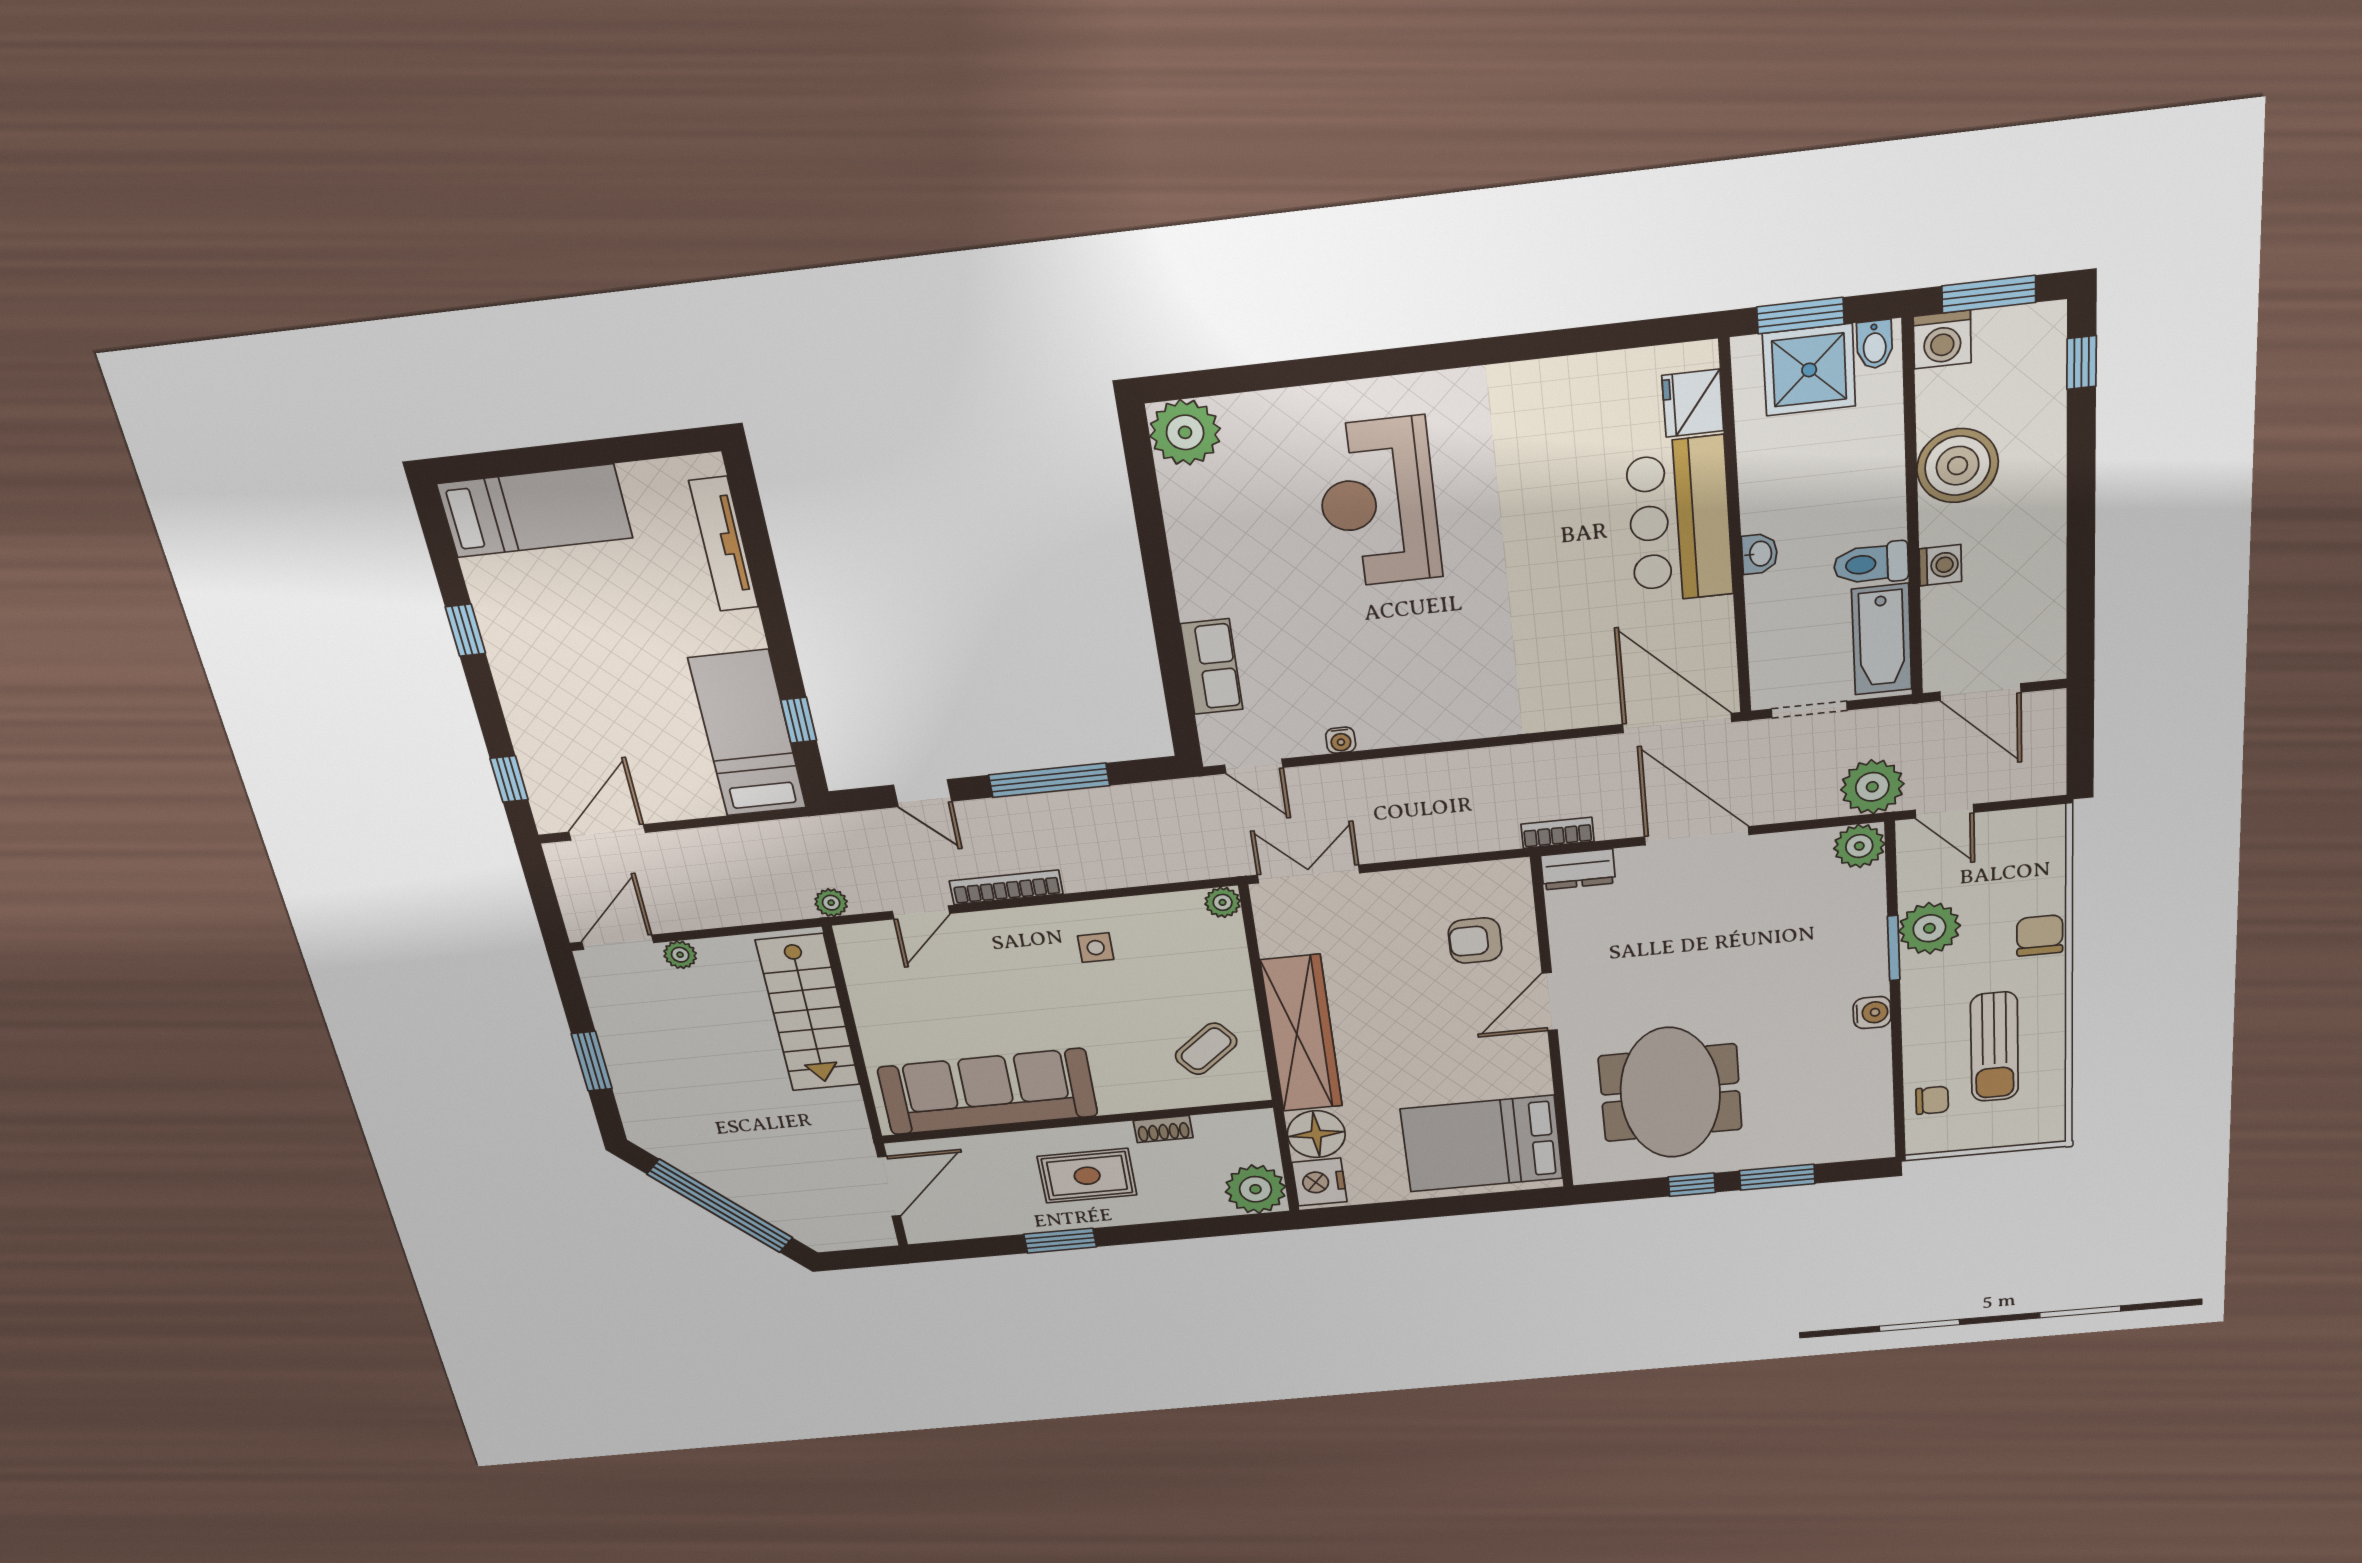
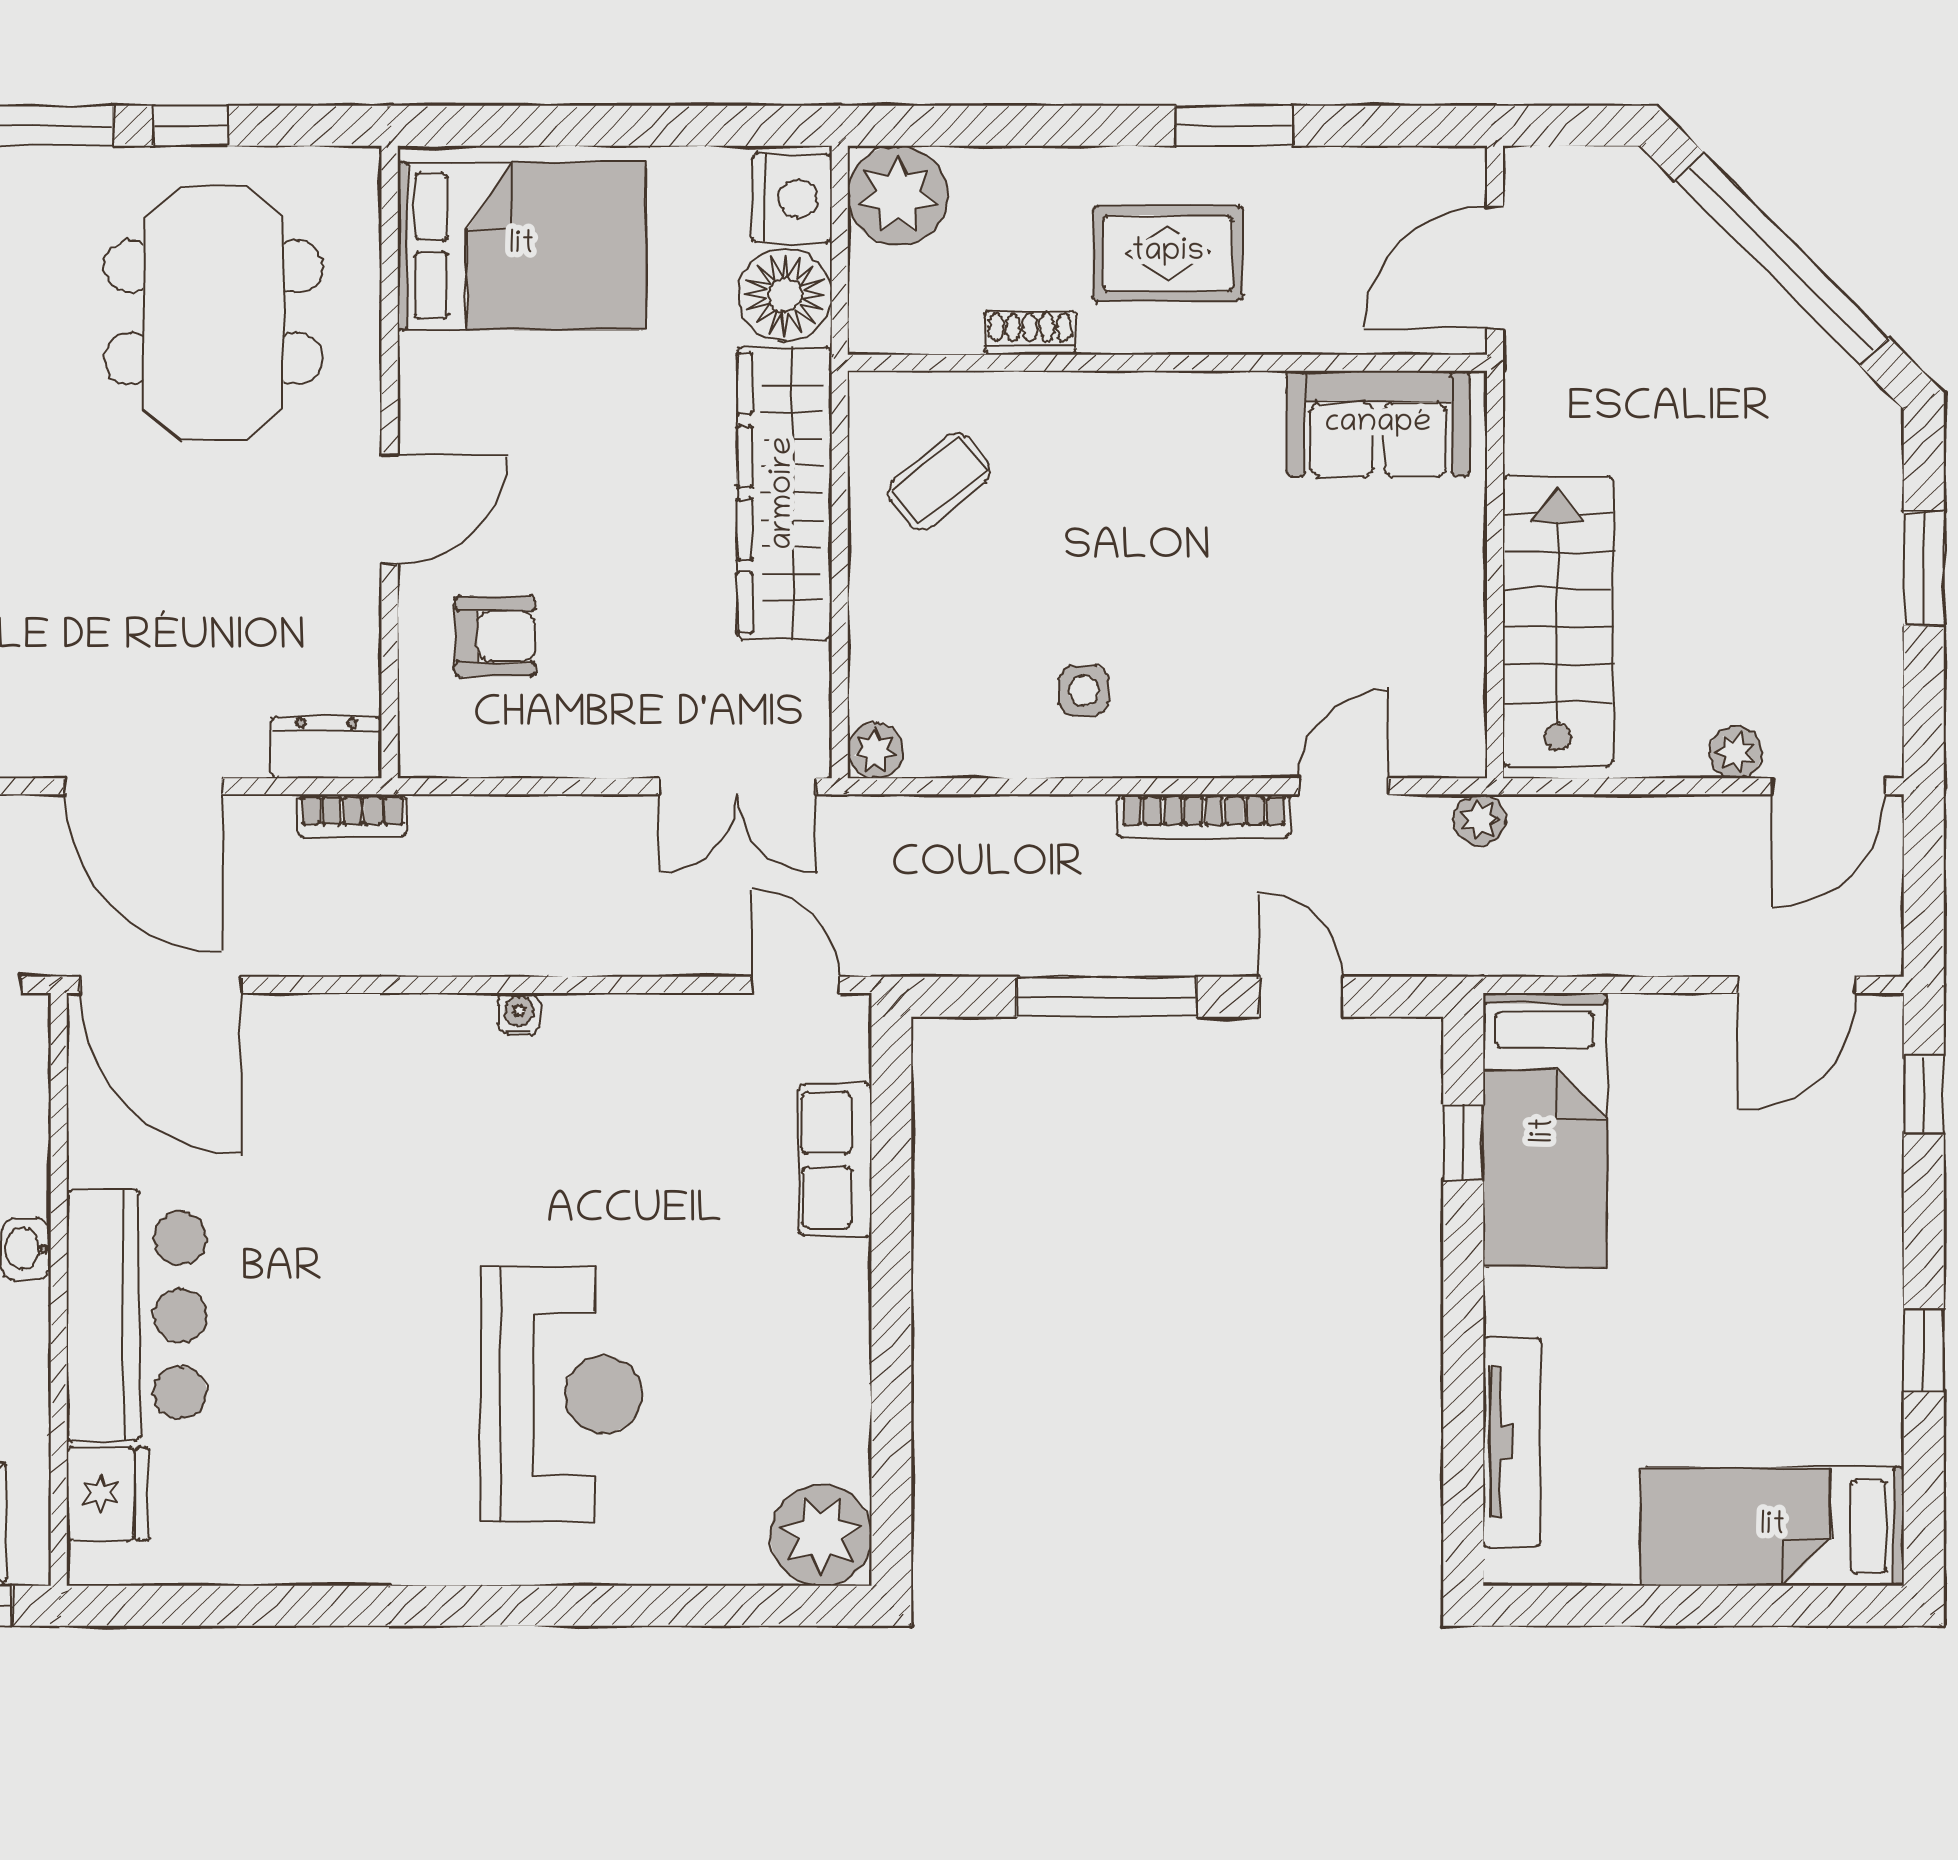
water cooler: (1341, 740) -> (519, 1014), moved
sofa: (988, 1092) -> (1378, 424), width x0.54, depth x0.79

